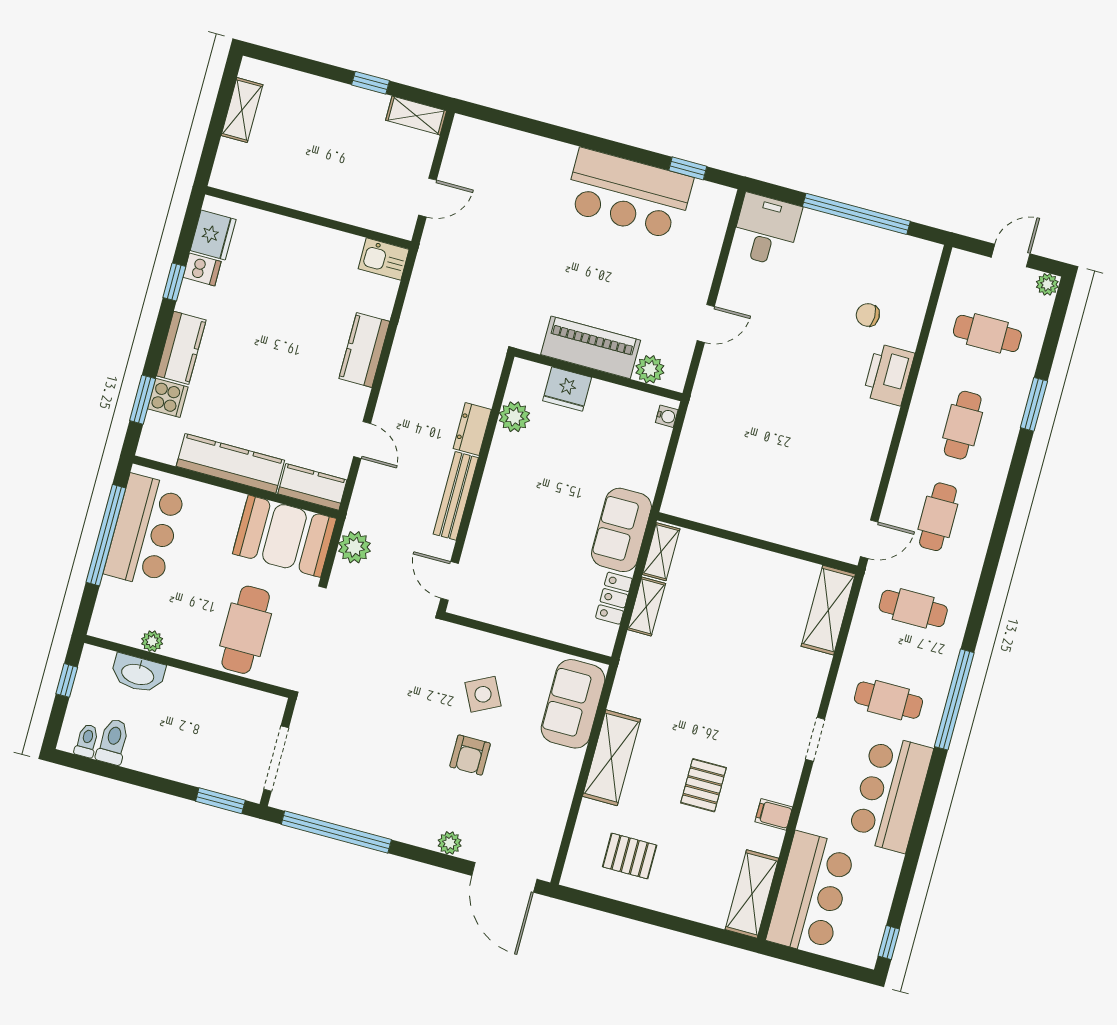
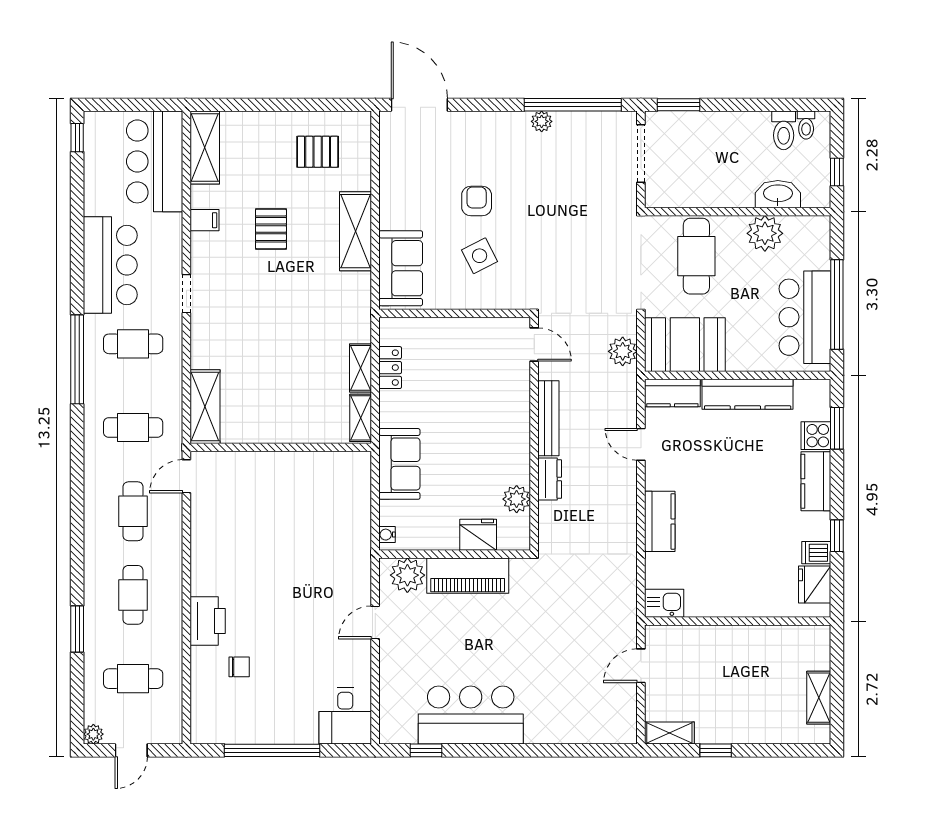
plant: (650, 369) -> (407, 575), width x1.36, depth x1.36
sofa: (621, 530) -> (399, 464), moved
plant: (152, 641) -> (765, 233), width x1.88, depth x1.88
plant: (450, 843) -> (542, 121), moved

